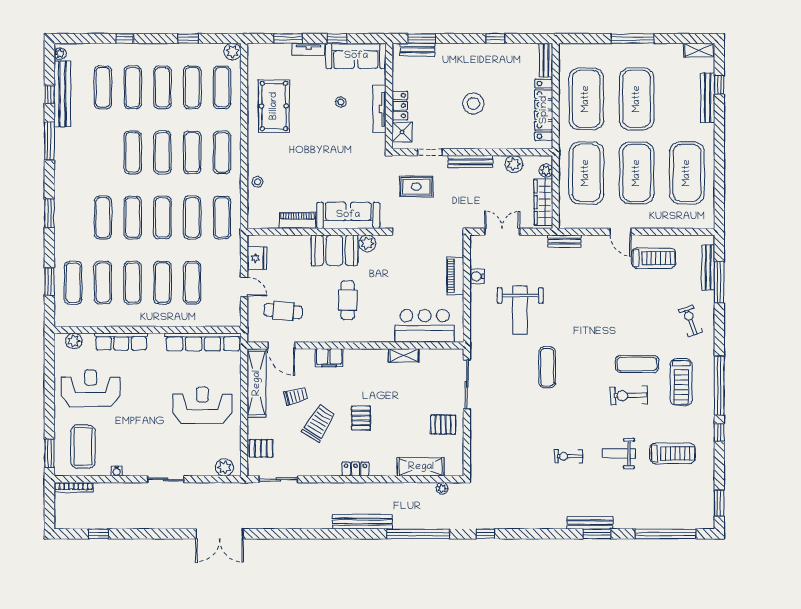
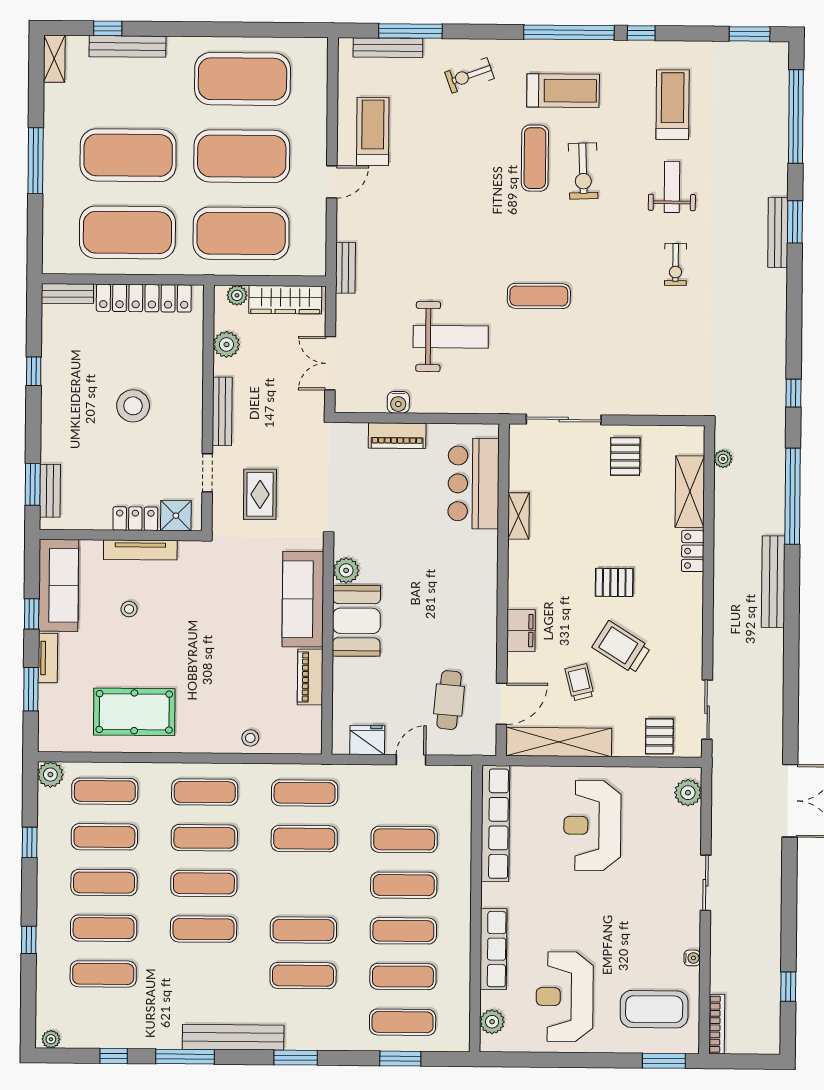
bench: (62, 94) -> (233, 1037), moved
exercise mat: (162, 218) -> (304, 884), removed
cafe table: (348, 300) -> (433, 601), removed
weight bench: (619, 454) -> (672, 187), turned 180
locker: (355, 469) -> (693, 551), moved

